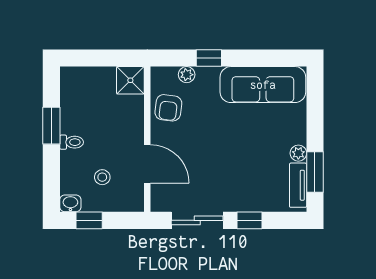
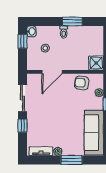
window: (315, 172) -> (71, 160), moved

